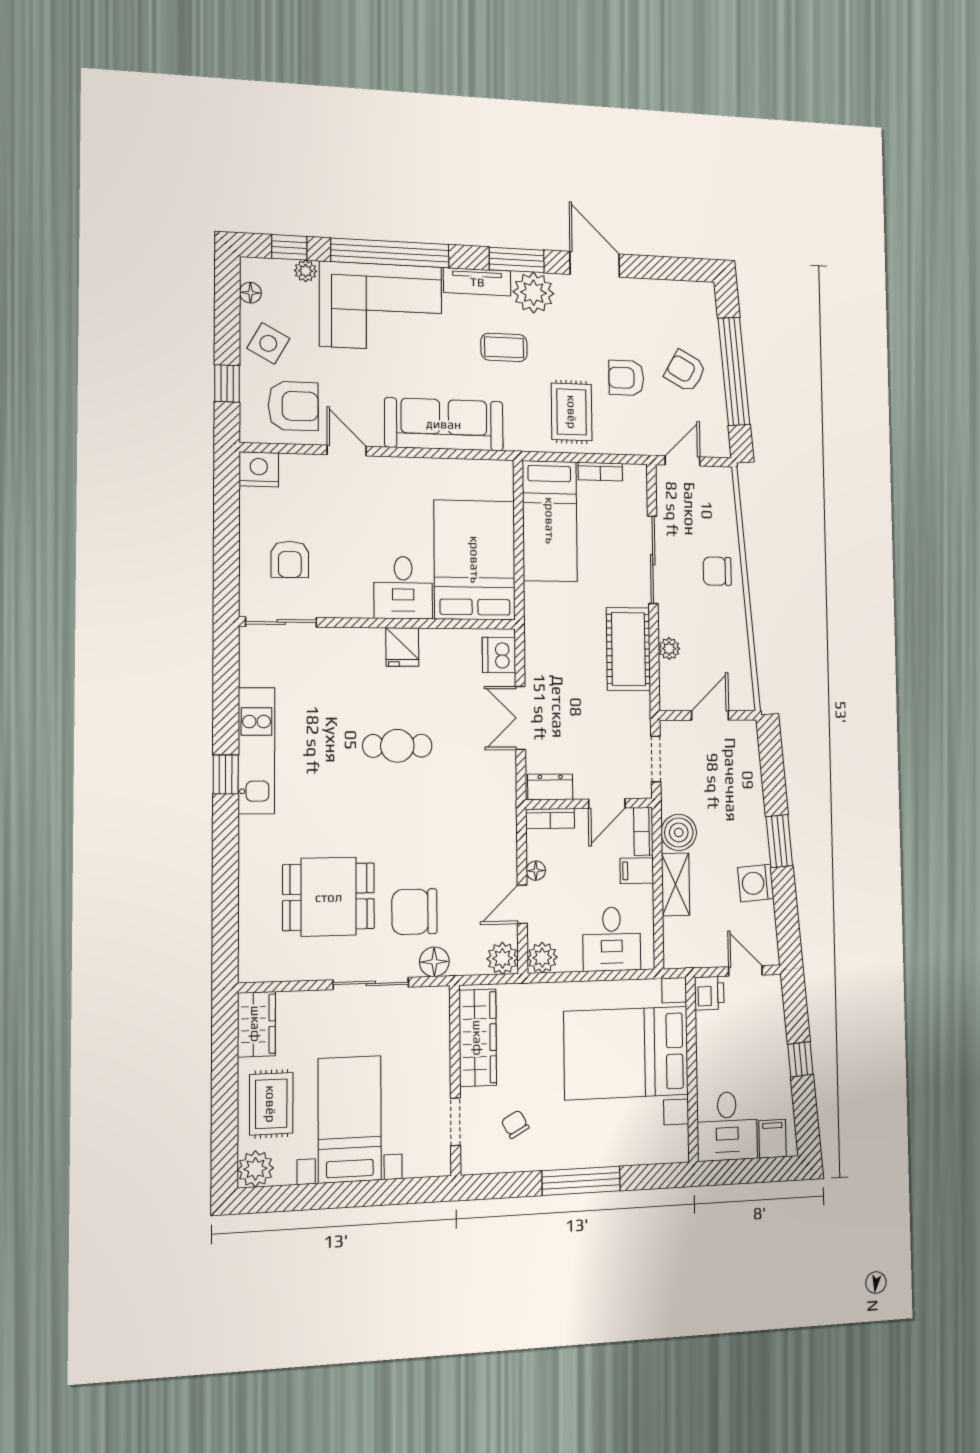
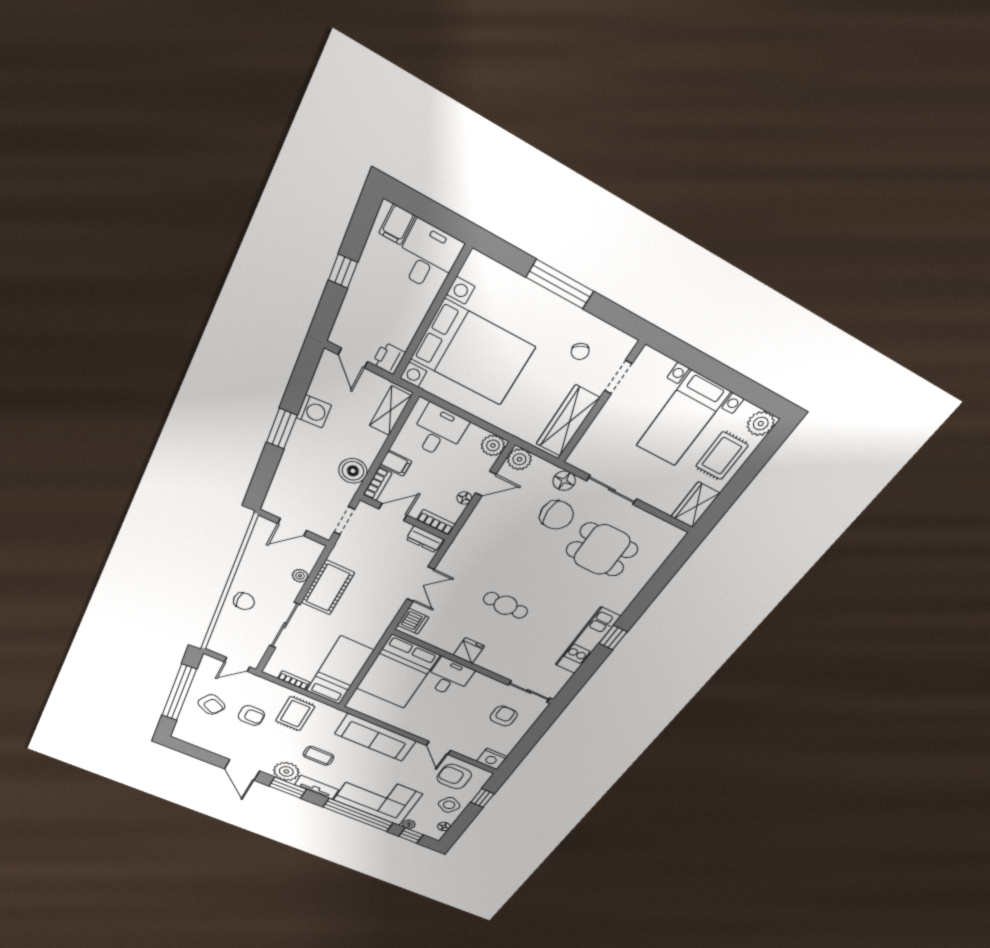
shelving: (676, 884) -> (390, 411), moved

